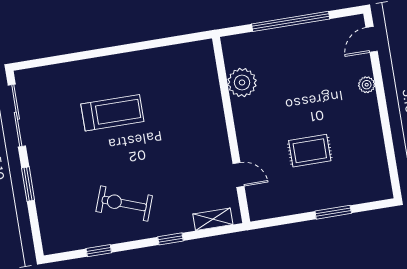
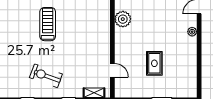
treadmill: (112, 113) -> (48, 24), turned -90
rug: (310, 151) -> (154, 63), turned 90

